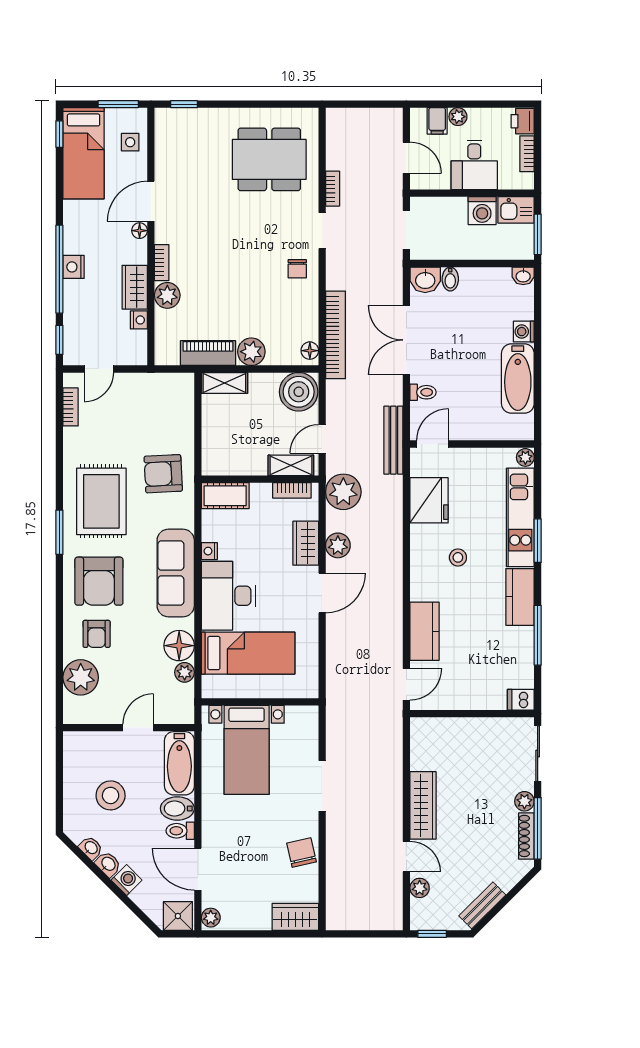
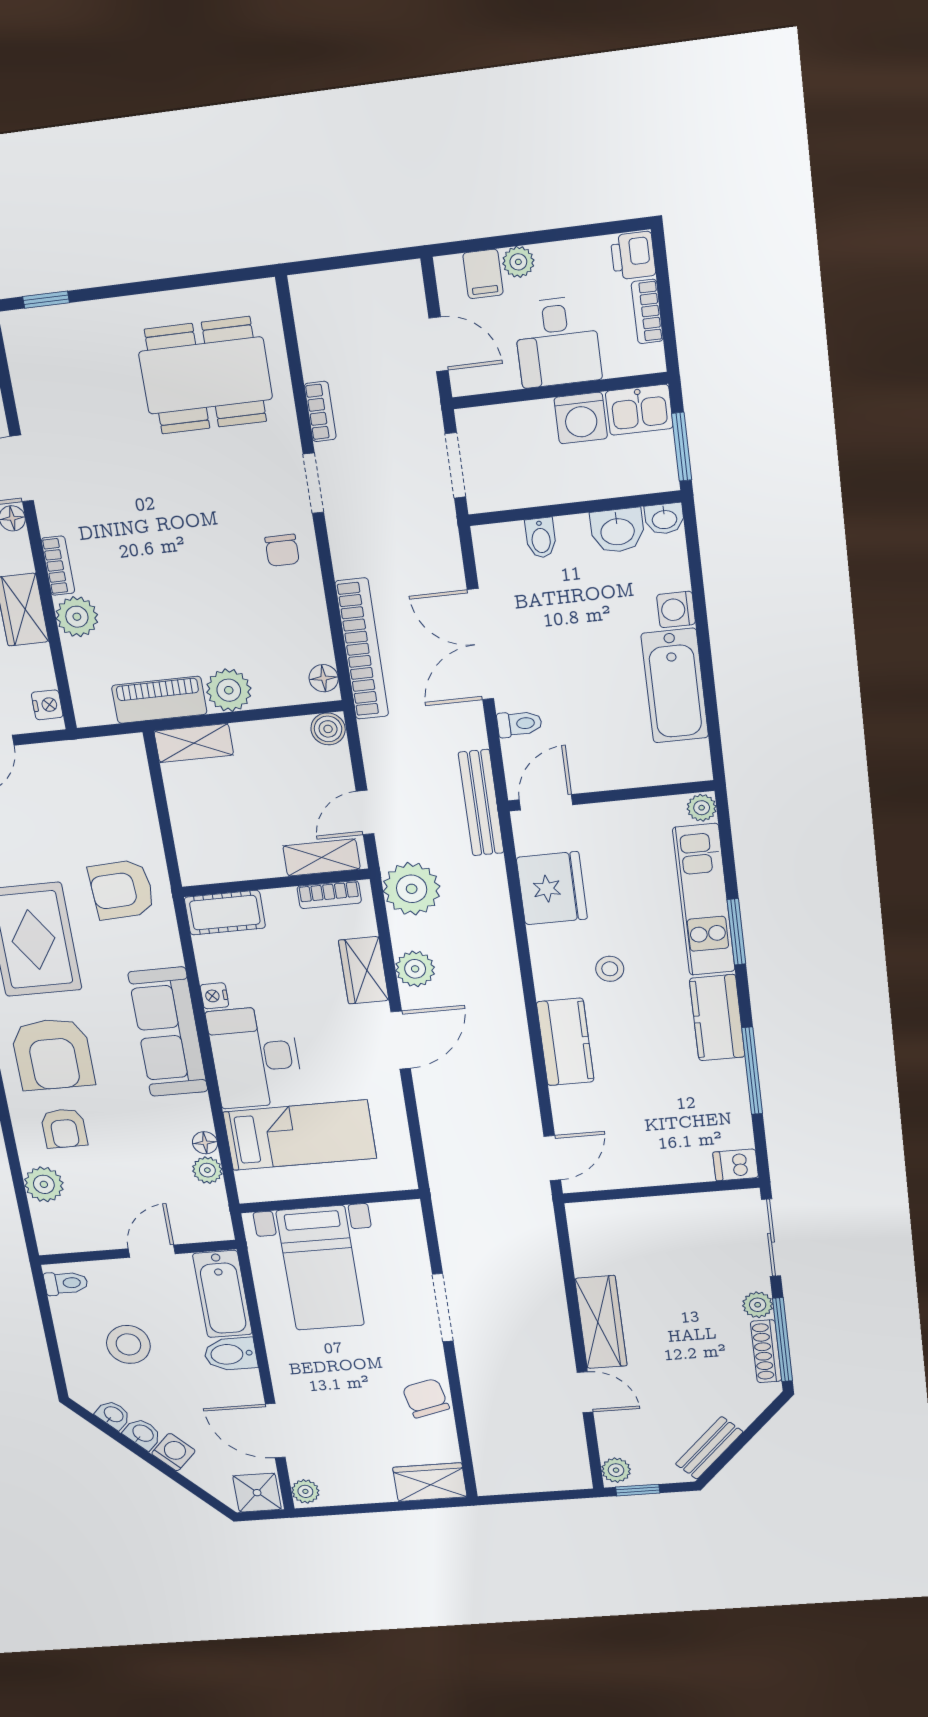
washbasin: (425, 280) -> (617, 530), moved
nightstand: (139, 320) -> (47, 705), moved
boiler: (299, 392) -> (328, 729), width x0.54, depth x0.54
kitchen counter: (425, 631) -> (565, 1042), moved
floor lamp: (179, 646) -> (205, 1143), width x0.53, depth x0.53
plant: (81, 677) -> (44, 1184), width x0.73, depth x0.73
toilet: (180, 831) -> (66, 1283), moved, turned 180
plant: (420, 888) -> (616, 1470), moved

